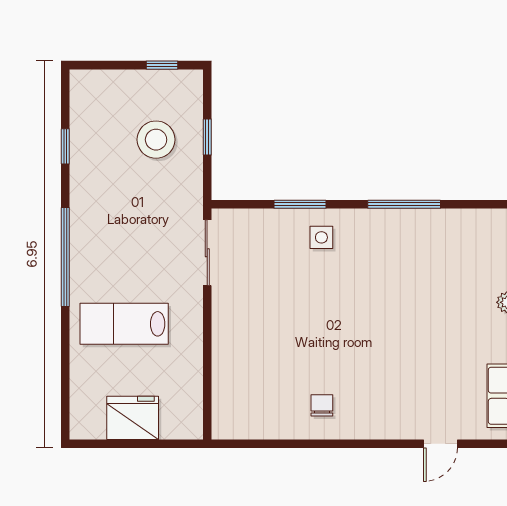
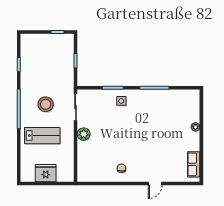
stool: (156, 140) -> (46, 104), moved
plant: (227, 320) -> (84, 134), added
lab bench: (124, 324) -> (42, 136), turned 180
door: (441, 444) -> (155, 183), moved

